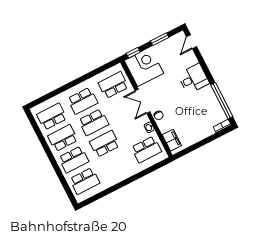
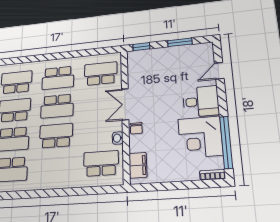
door: (192, 42) -> (219, 71), moved
corner desk: (144, 67) -> (200, 137), moved, turned 180
school desk: (146, 149) -> (101, 163), turned 180

